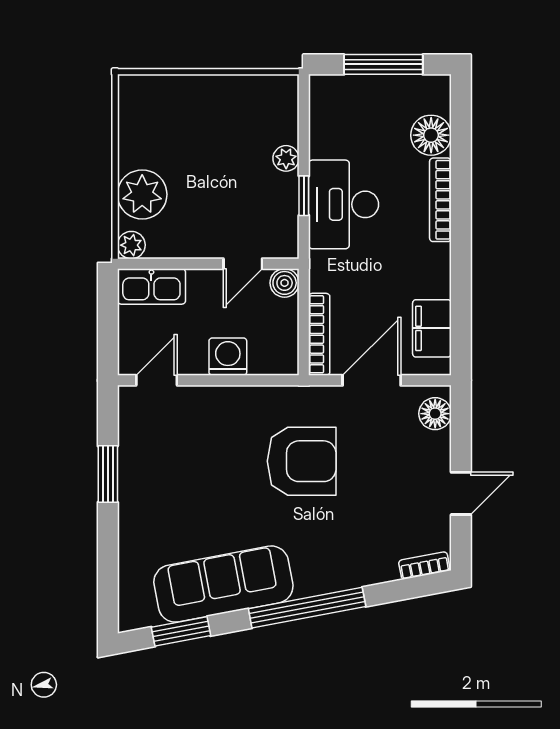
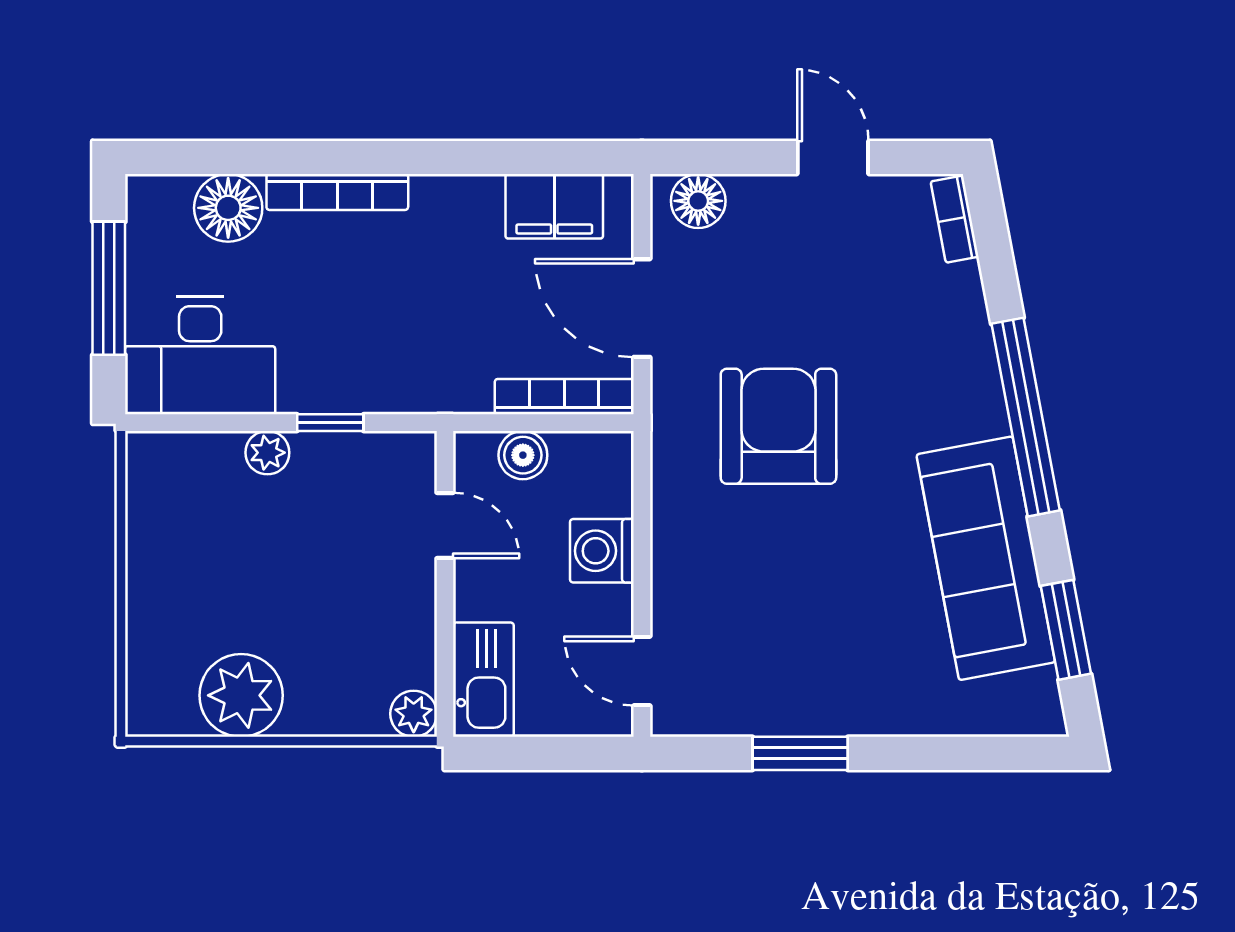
plant: (142, 194) -> (241, 695), moved
desk: (344, 204) -> (200, 355), moved
boiler: (285, 283) -> (523, 455), moved

